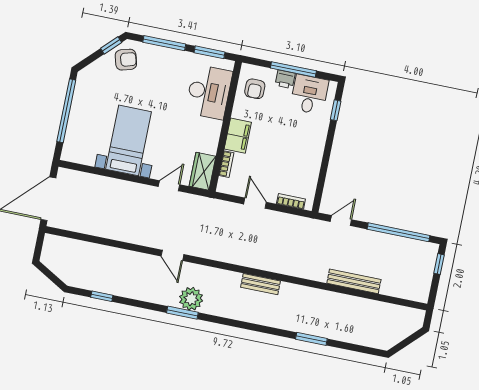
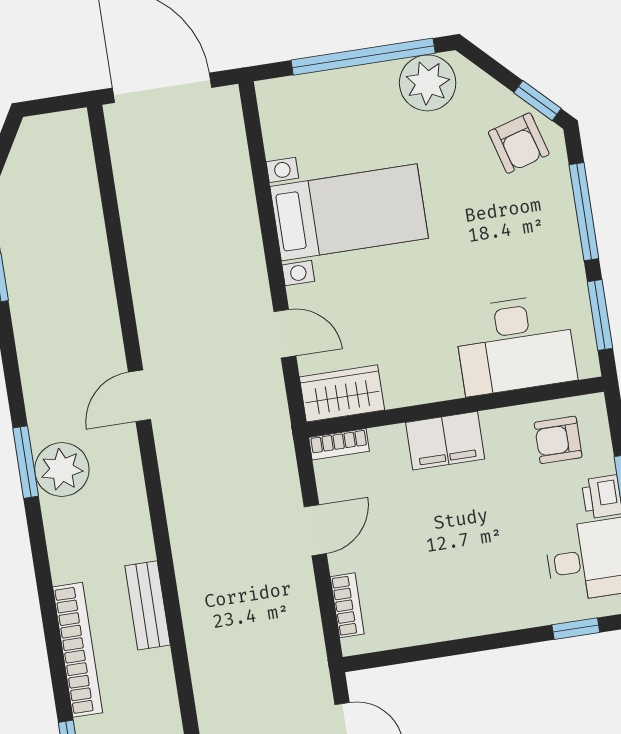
plant: (87, 88) -> (428, 83), added
bookcase: (226, 164) -> (339, 444), moved
bookcase: (268, 320) -> (78, 650), added

